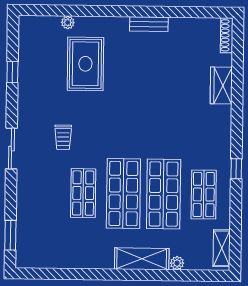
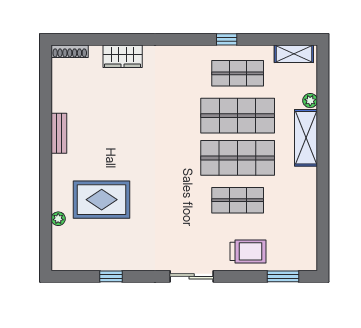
trolley: (63, 137) -> (248, 251), moved, width x1.36, depth x1.39
window: (236, 169) -> (227, 39), moved

